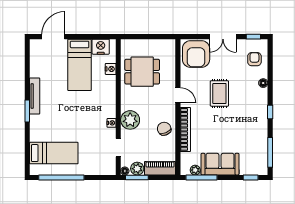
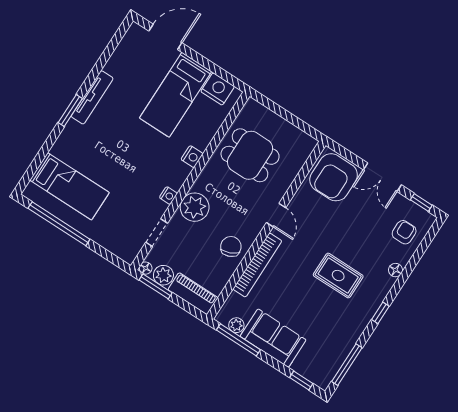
nightstand: (111, 69) -> (192, 157), moved
rug: (219, 93) -> (338, 276), moved, turned 90

